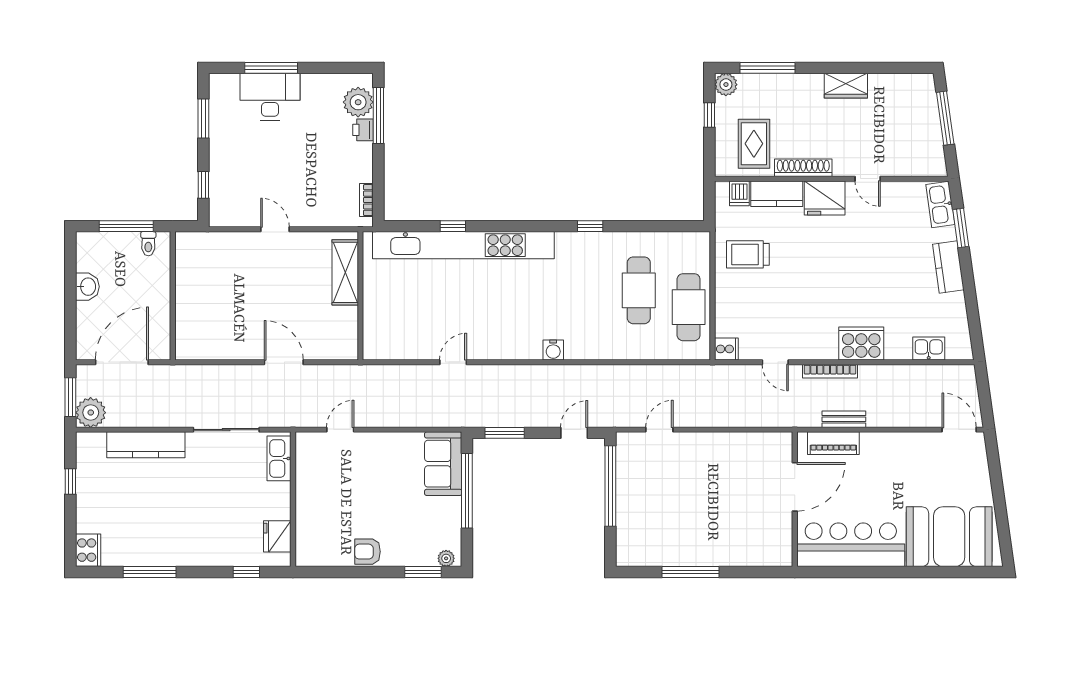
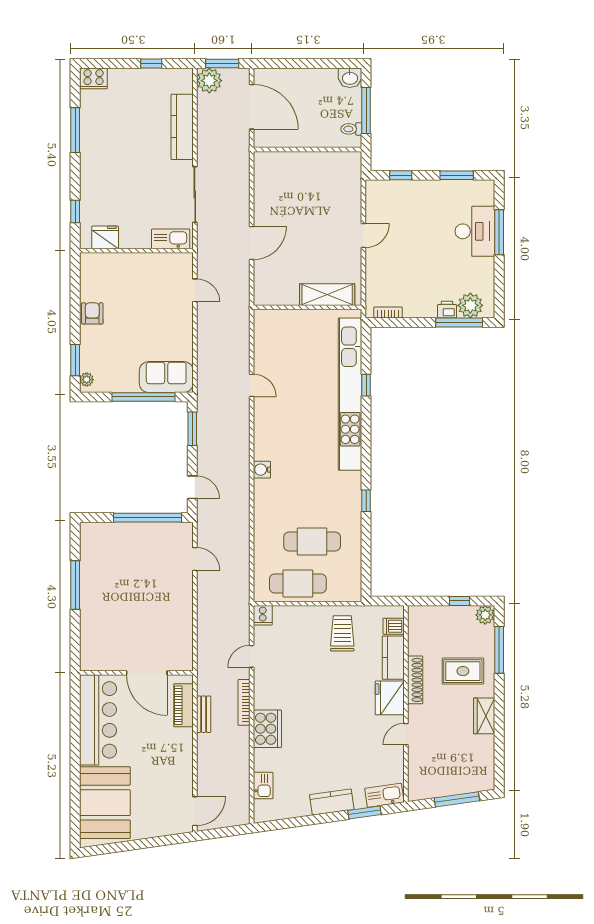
rug: (754, 144) -> (463, 671), moved
washbasin: (87, 287) -> (350, 78), moved

